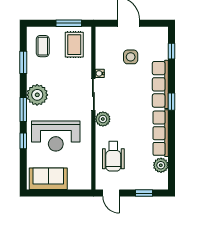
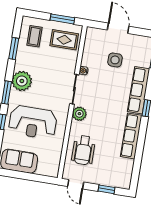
rug: (74, 45) -> (64, 40), turned 90
plant: (161, 165) -> (126, 166), removed

